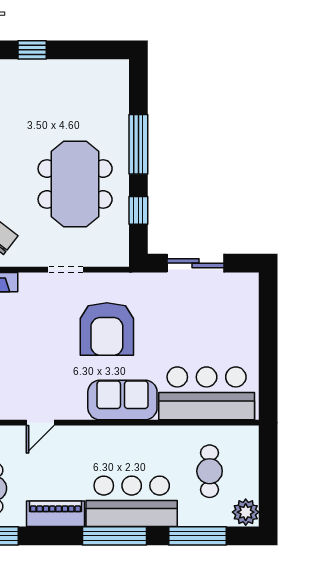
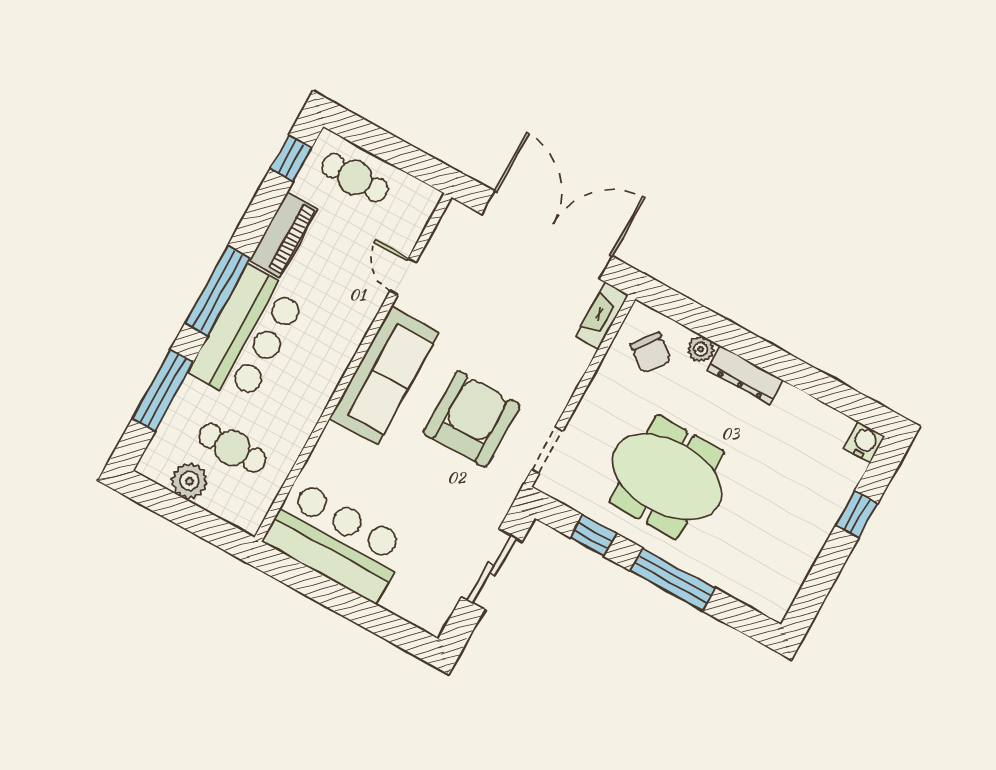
doorway: (66, 270) -> (547, 450), moved
armchair: (107, 329) -> (471, 419), turned 90
bar counter: (207, 393) -> (336, 541), moved, turned -90
sofa: (122, 400) -> (384, 376), width x1.36
plant: (246, 512) -> (189, 481), moved

